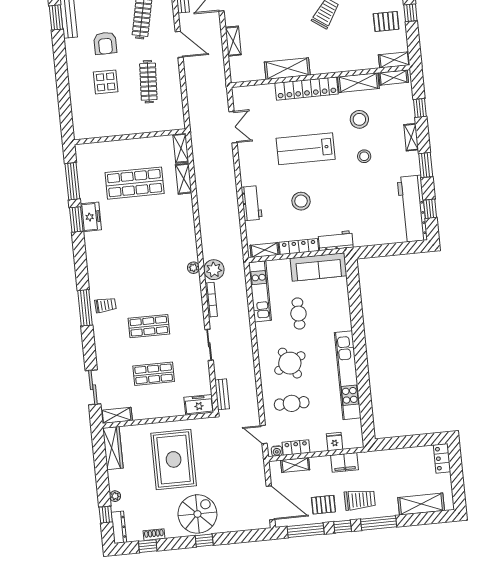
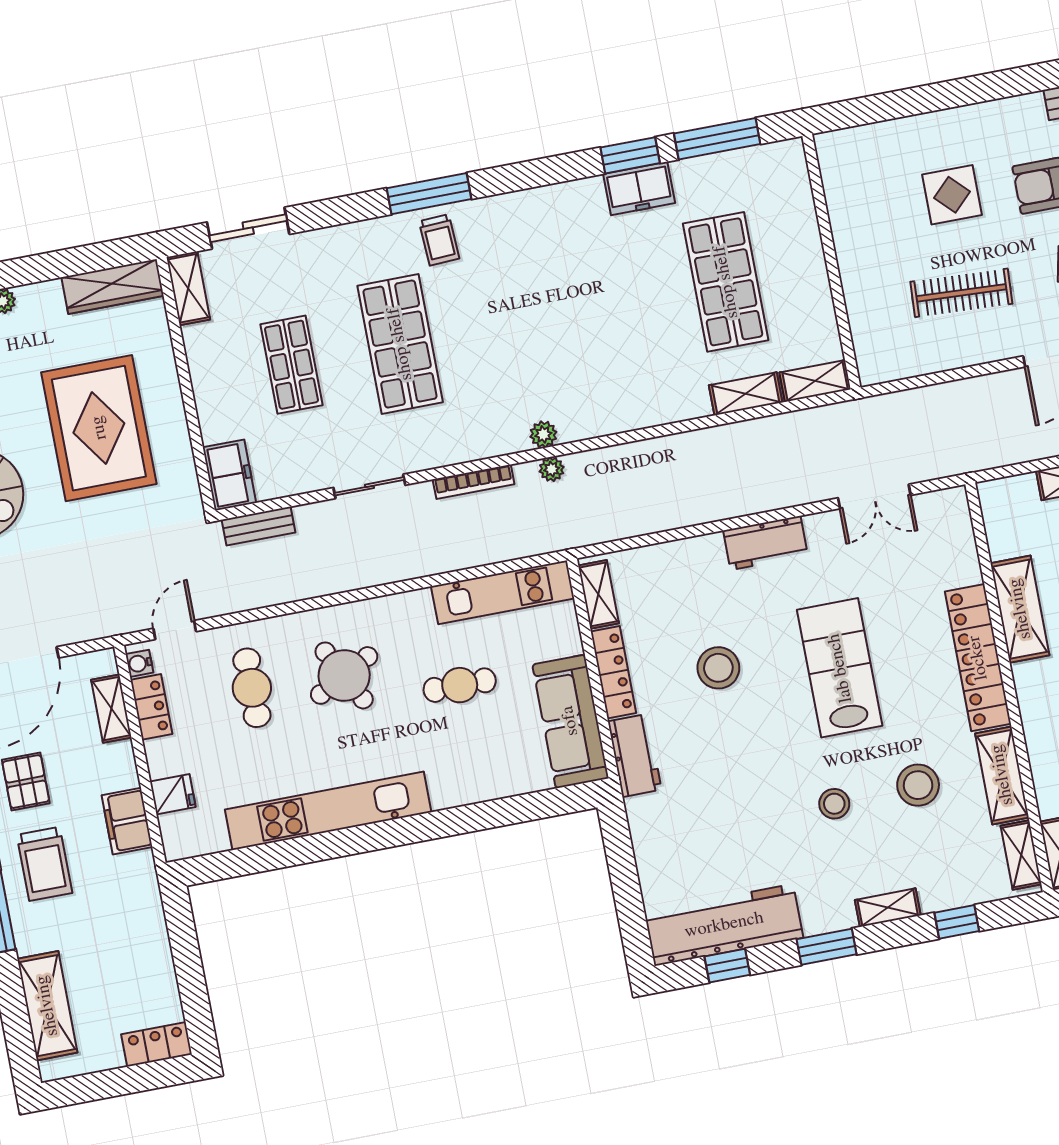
workbench: (252, 203) -> (765, 543), moved
plant: (214, 270) -> (552, 469), width x0.53, depth x0.53
shop shelf: (149, 326) -> (400, 344), width x1.43, depth x1.36
rug: (174, 459) -> (99, 428), turned 90

